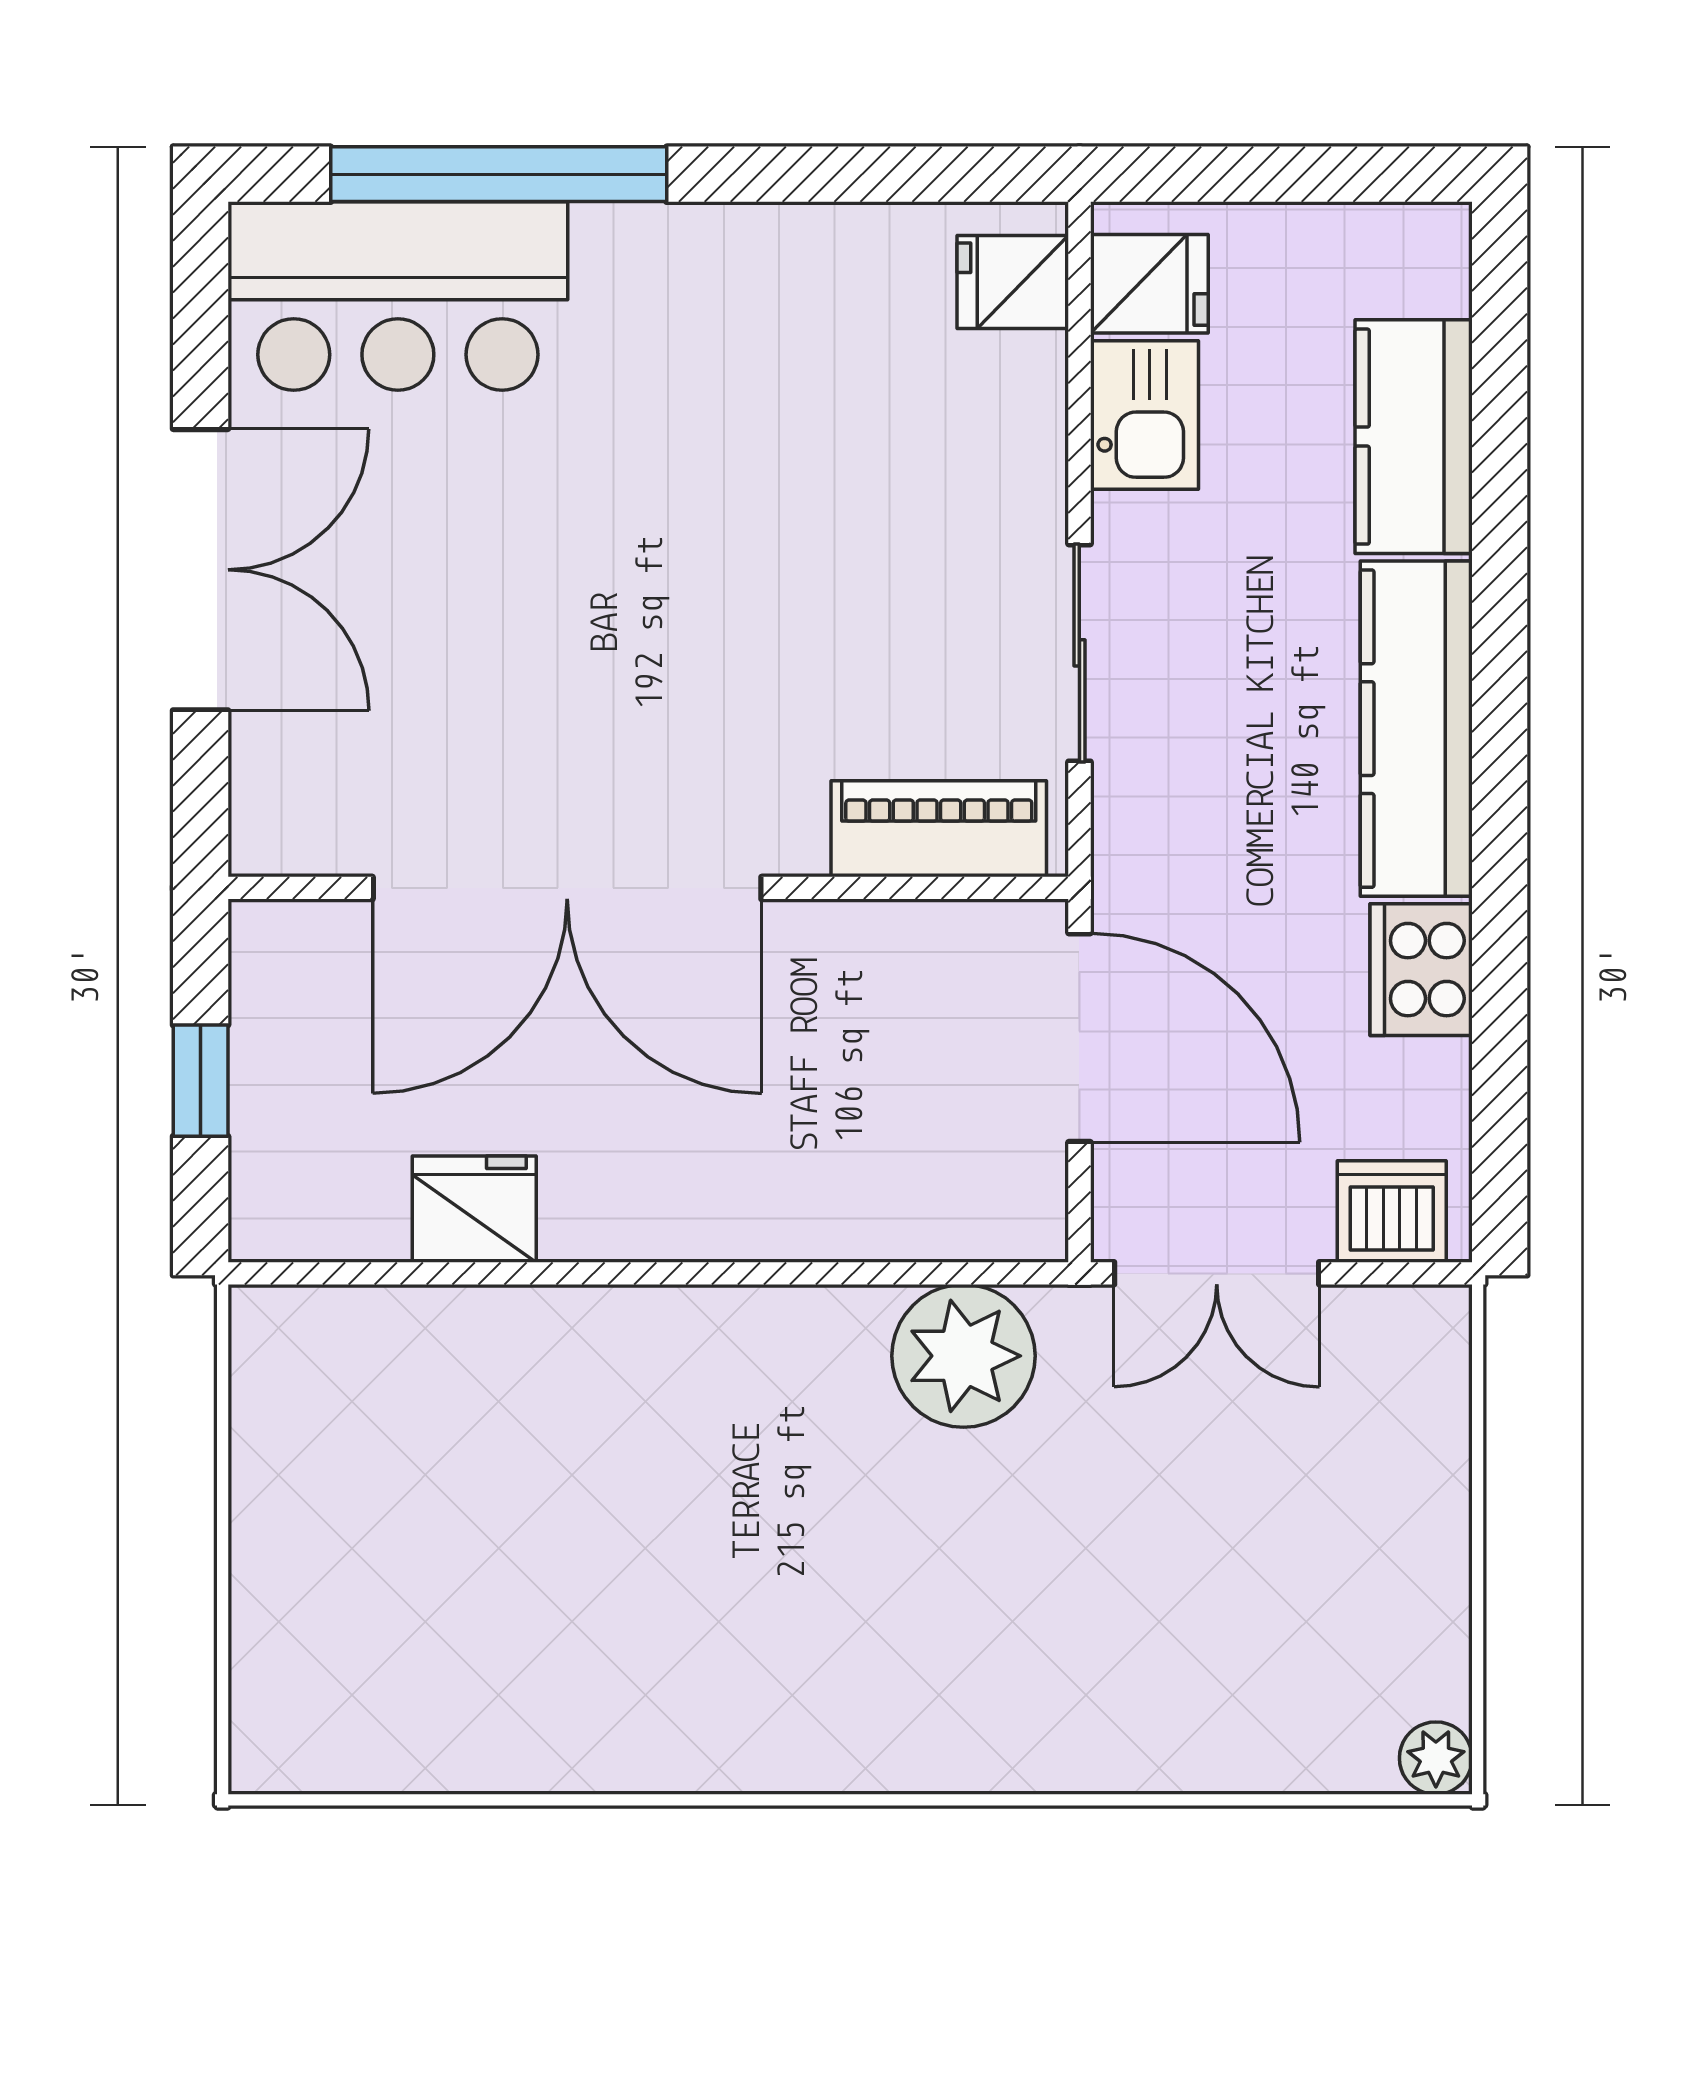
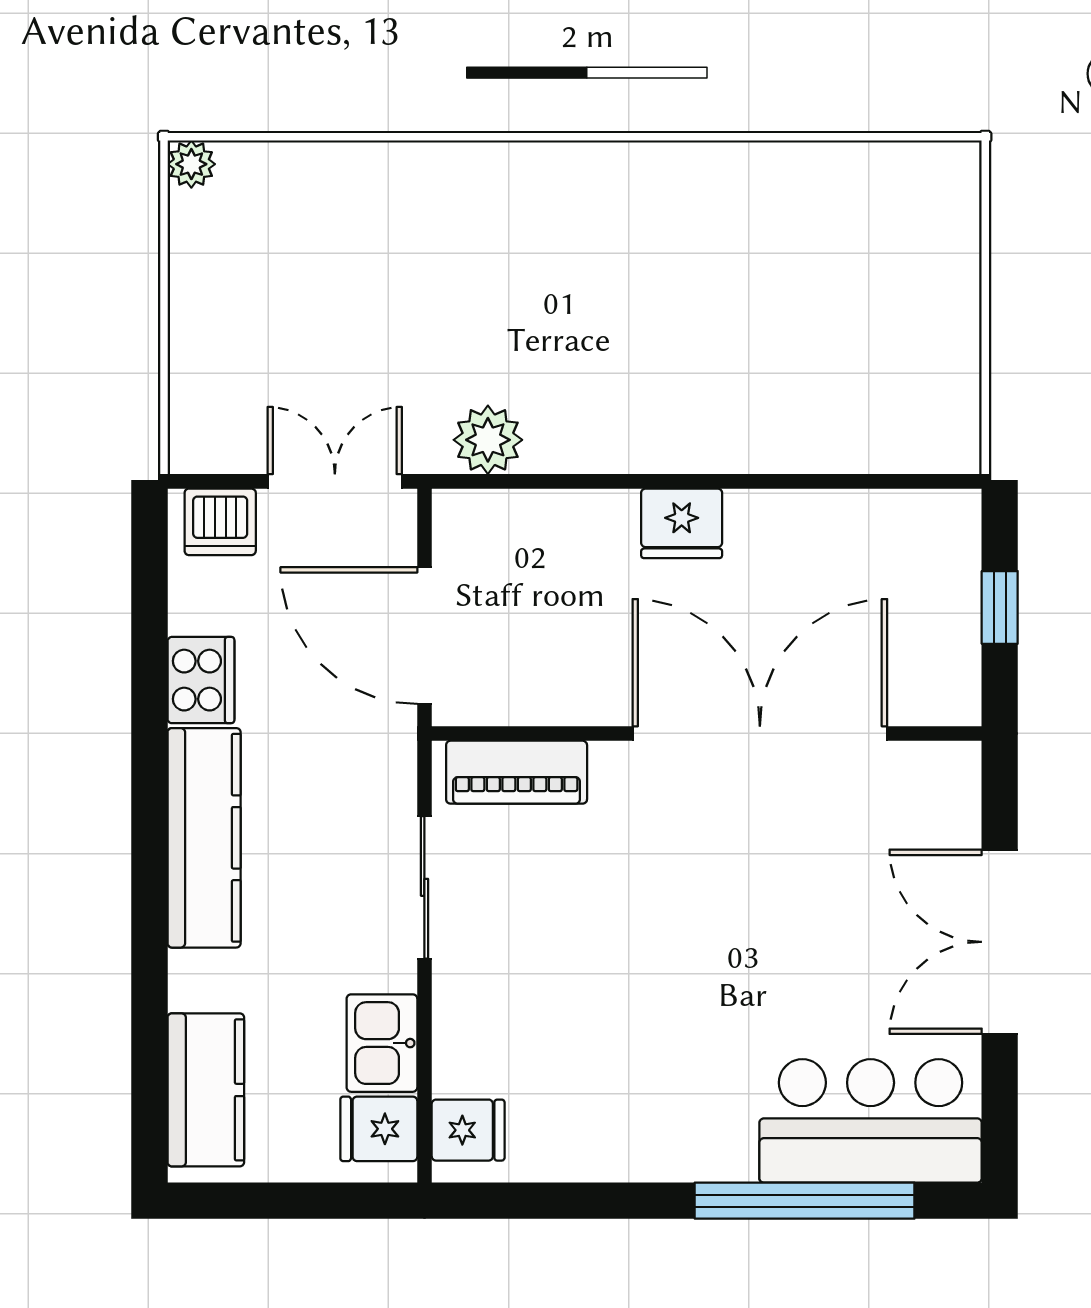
kitchen counter: (1414, 437) -> (206, 1090), moved
fridge: (474, 1209) -> (682, 523), moved
plant: (963, 1356) -> (488, 440), width x0.73, depth x0.73

